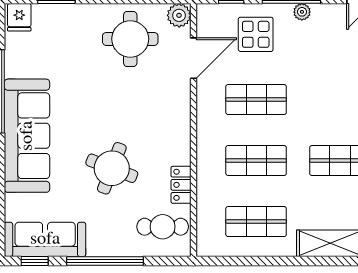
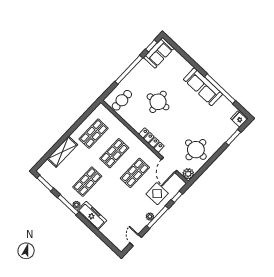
sofa: (27, 136) -> (203, 87), width x0.74, depth x0.79
round table: (112, 168) -> (158, 102), turned -31
locker: (181, 185) -> (151, 140), moved, width x1.53
sofa: (45, 239) -> (159, 53), width x0.73

